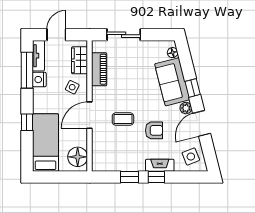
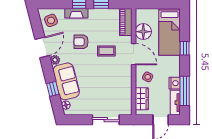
piano: (99, 69) -> (126, 22), moved
window: (193, 88) -> (53, 89), moved
door: (90, 115) -> (134, 54), hinge flipped
floor lamp: (78, 157) -> (143, 32), moved

